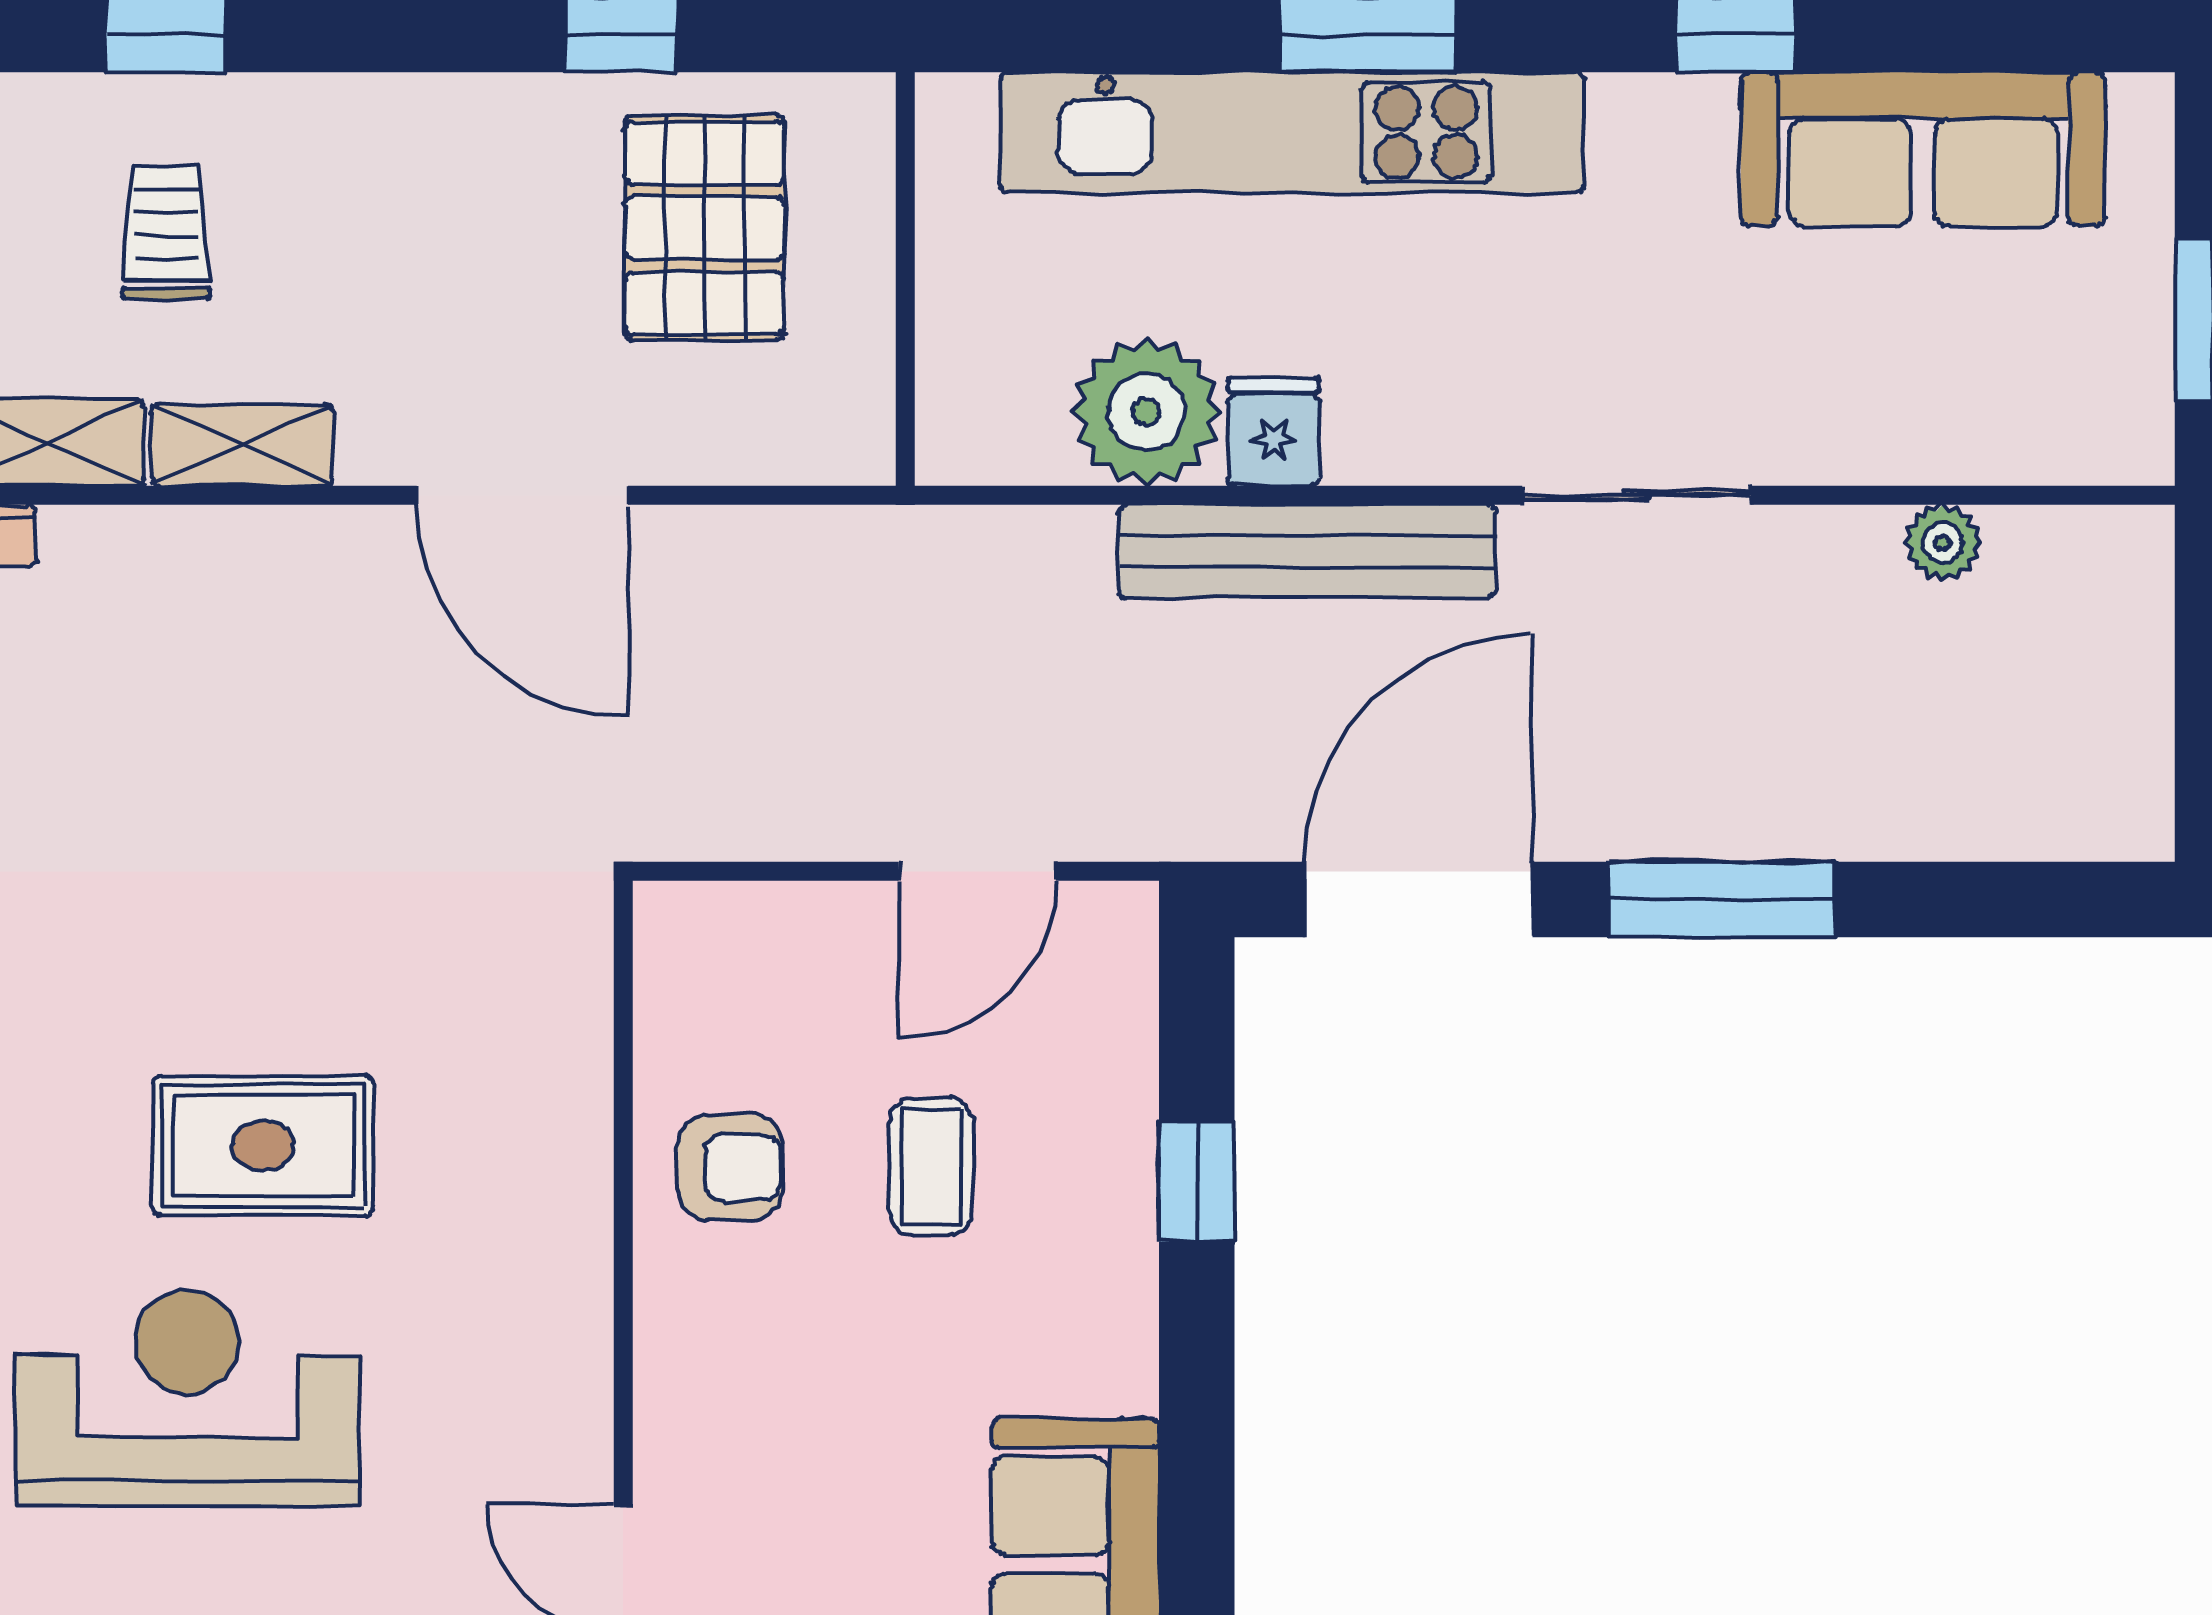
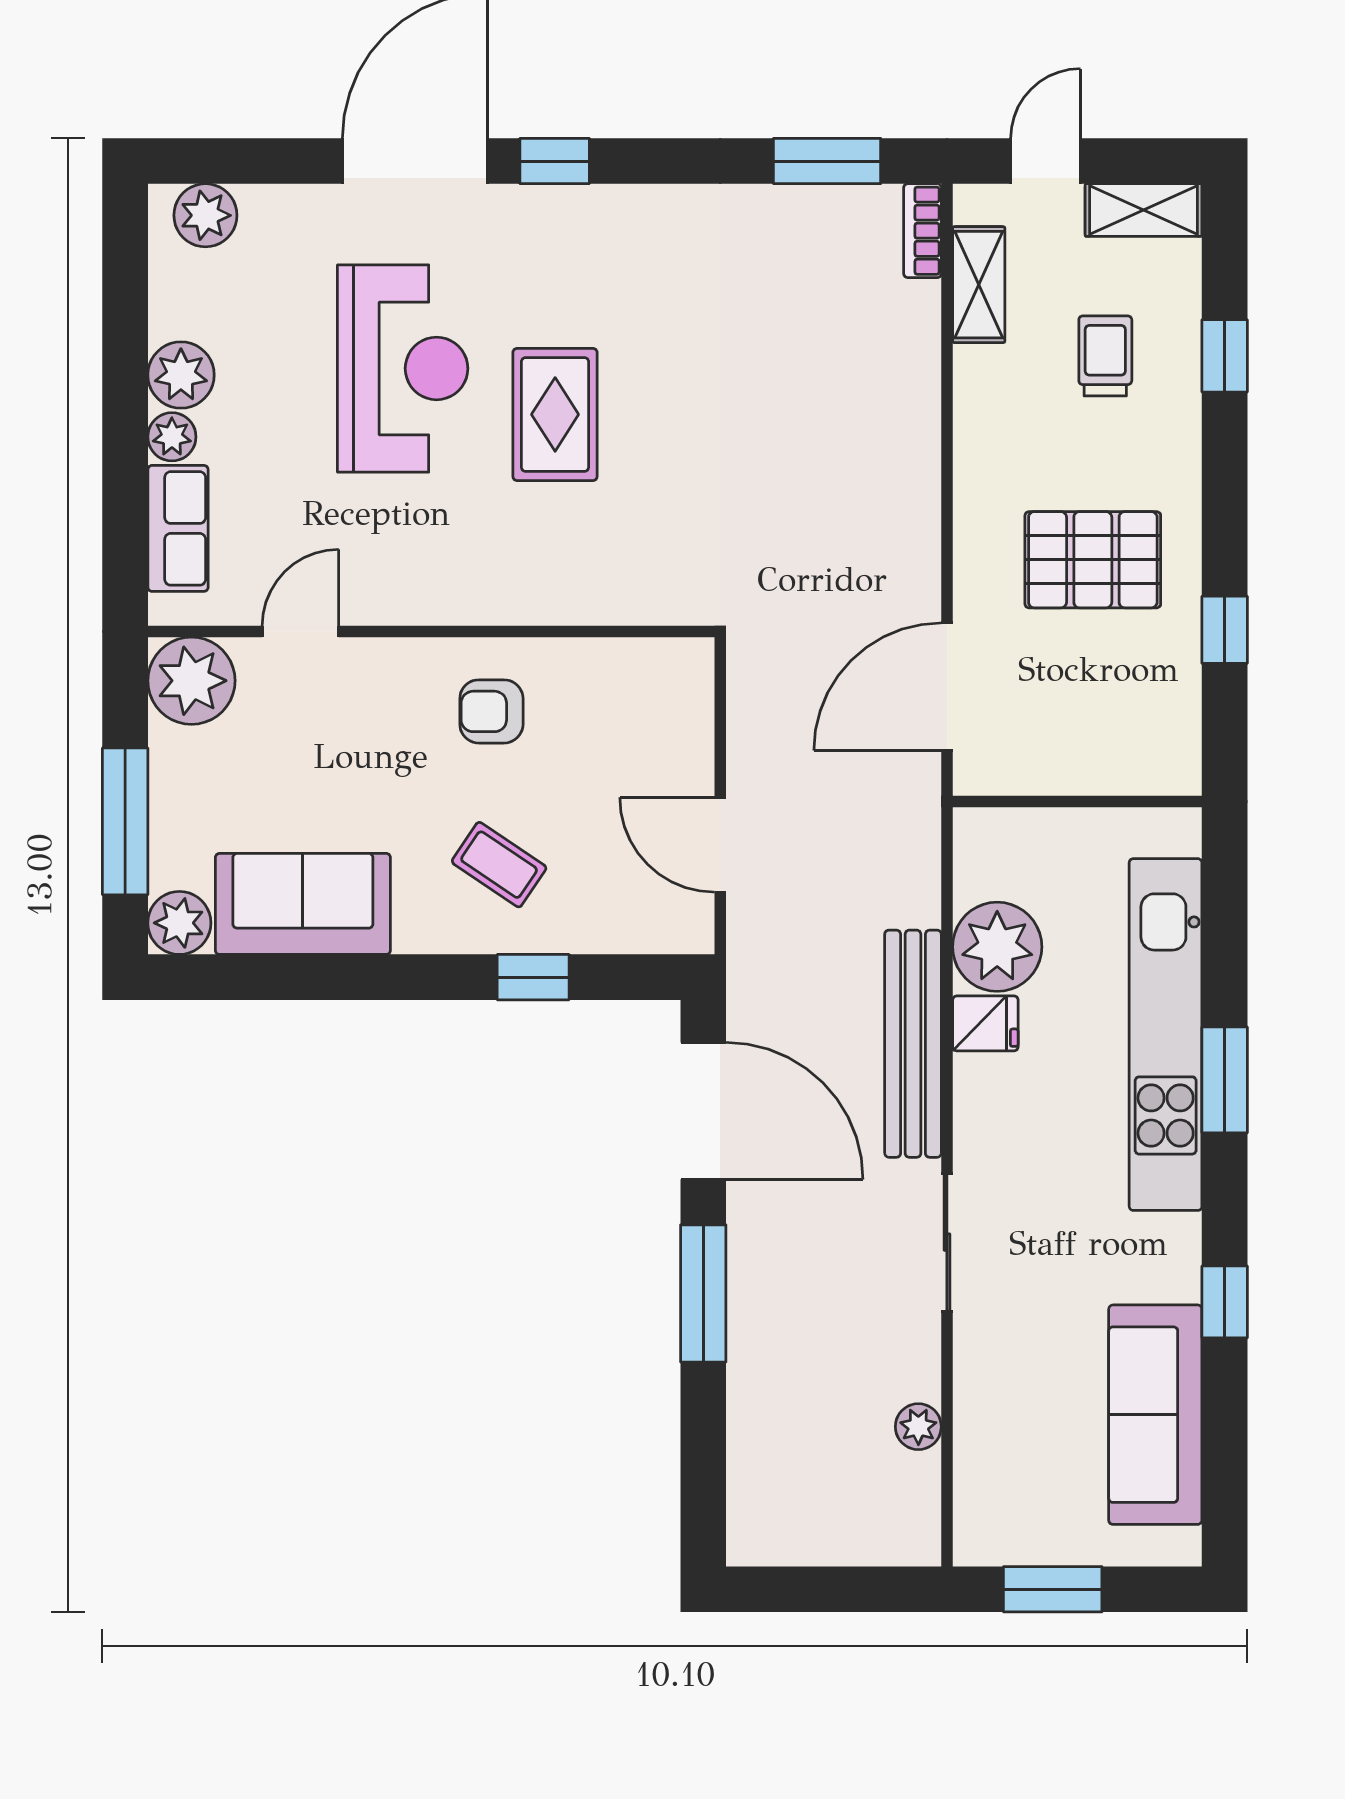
pallet: (705, 228) -> (1093, 560), moved
trolley: (166, 232) -> (1105, 356), turned -90
shelving: (242, 445) -> (977, 402), removed
door: (522, 495) -> (947, 687), moved
armchair: (730, 1167) -> (491, 711), moved, turned 90
coffee table: (931, 1167) -> (499, 865), moved, turned 34

